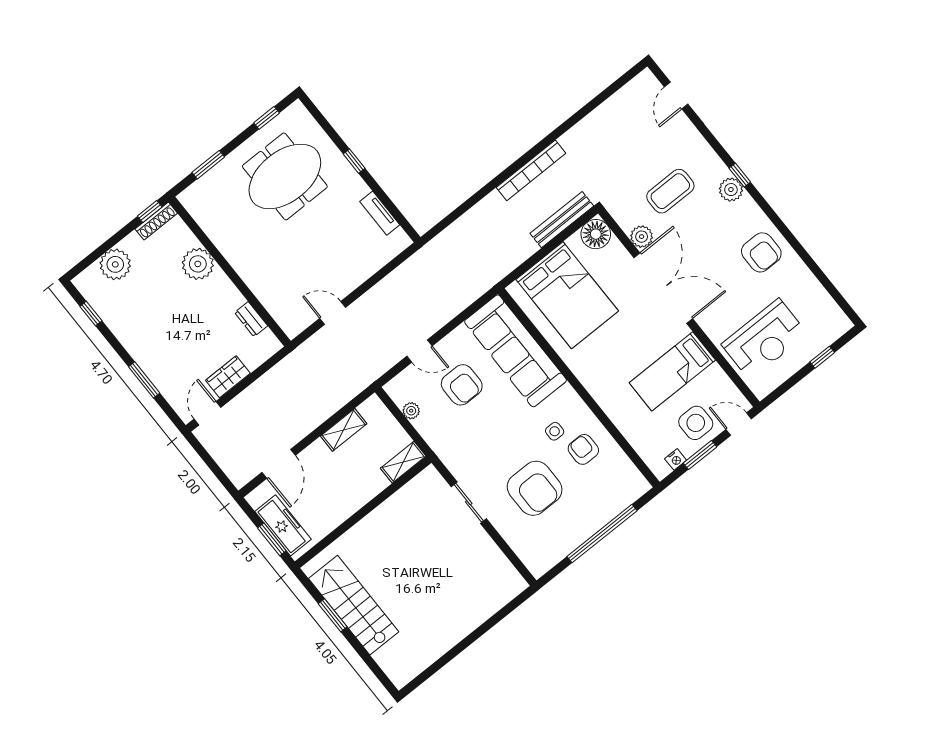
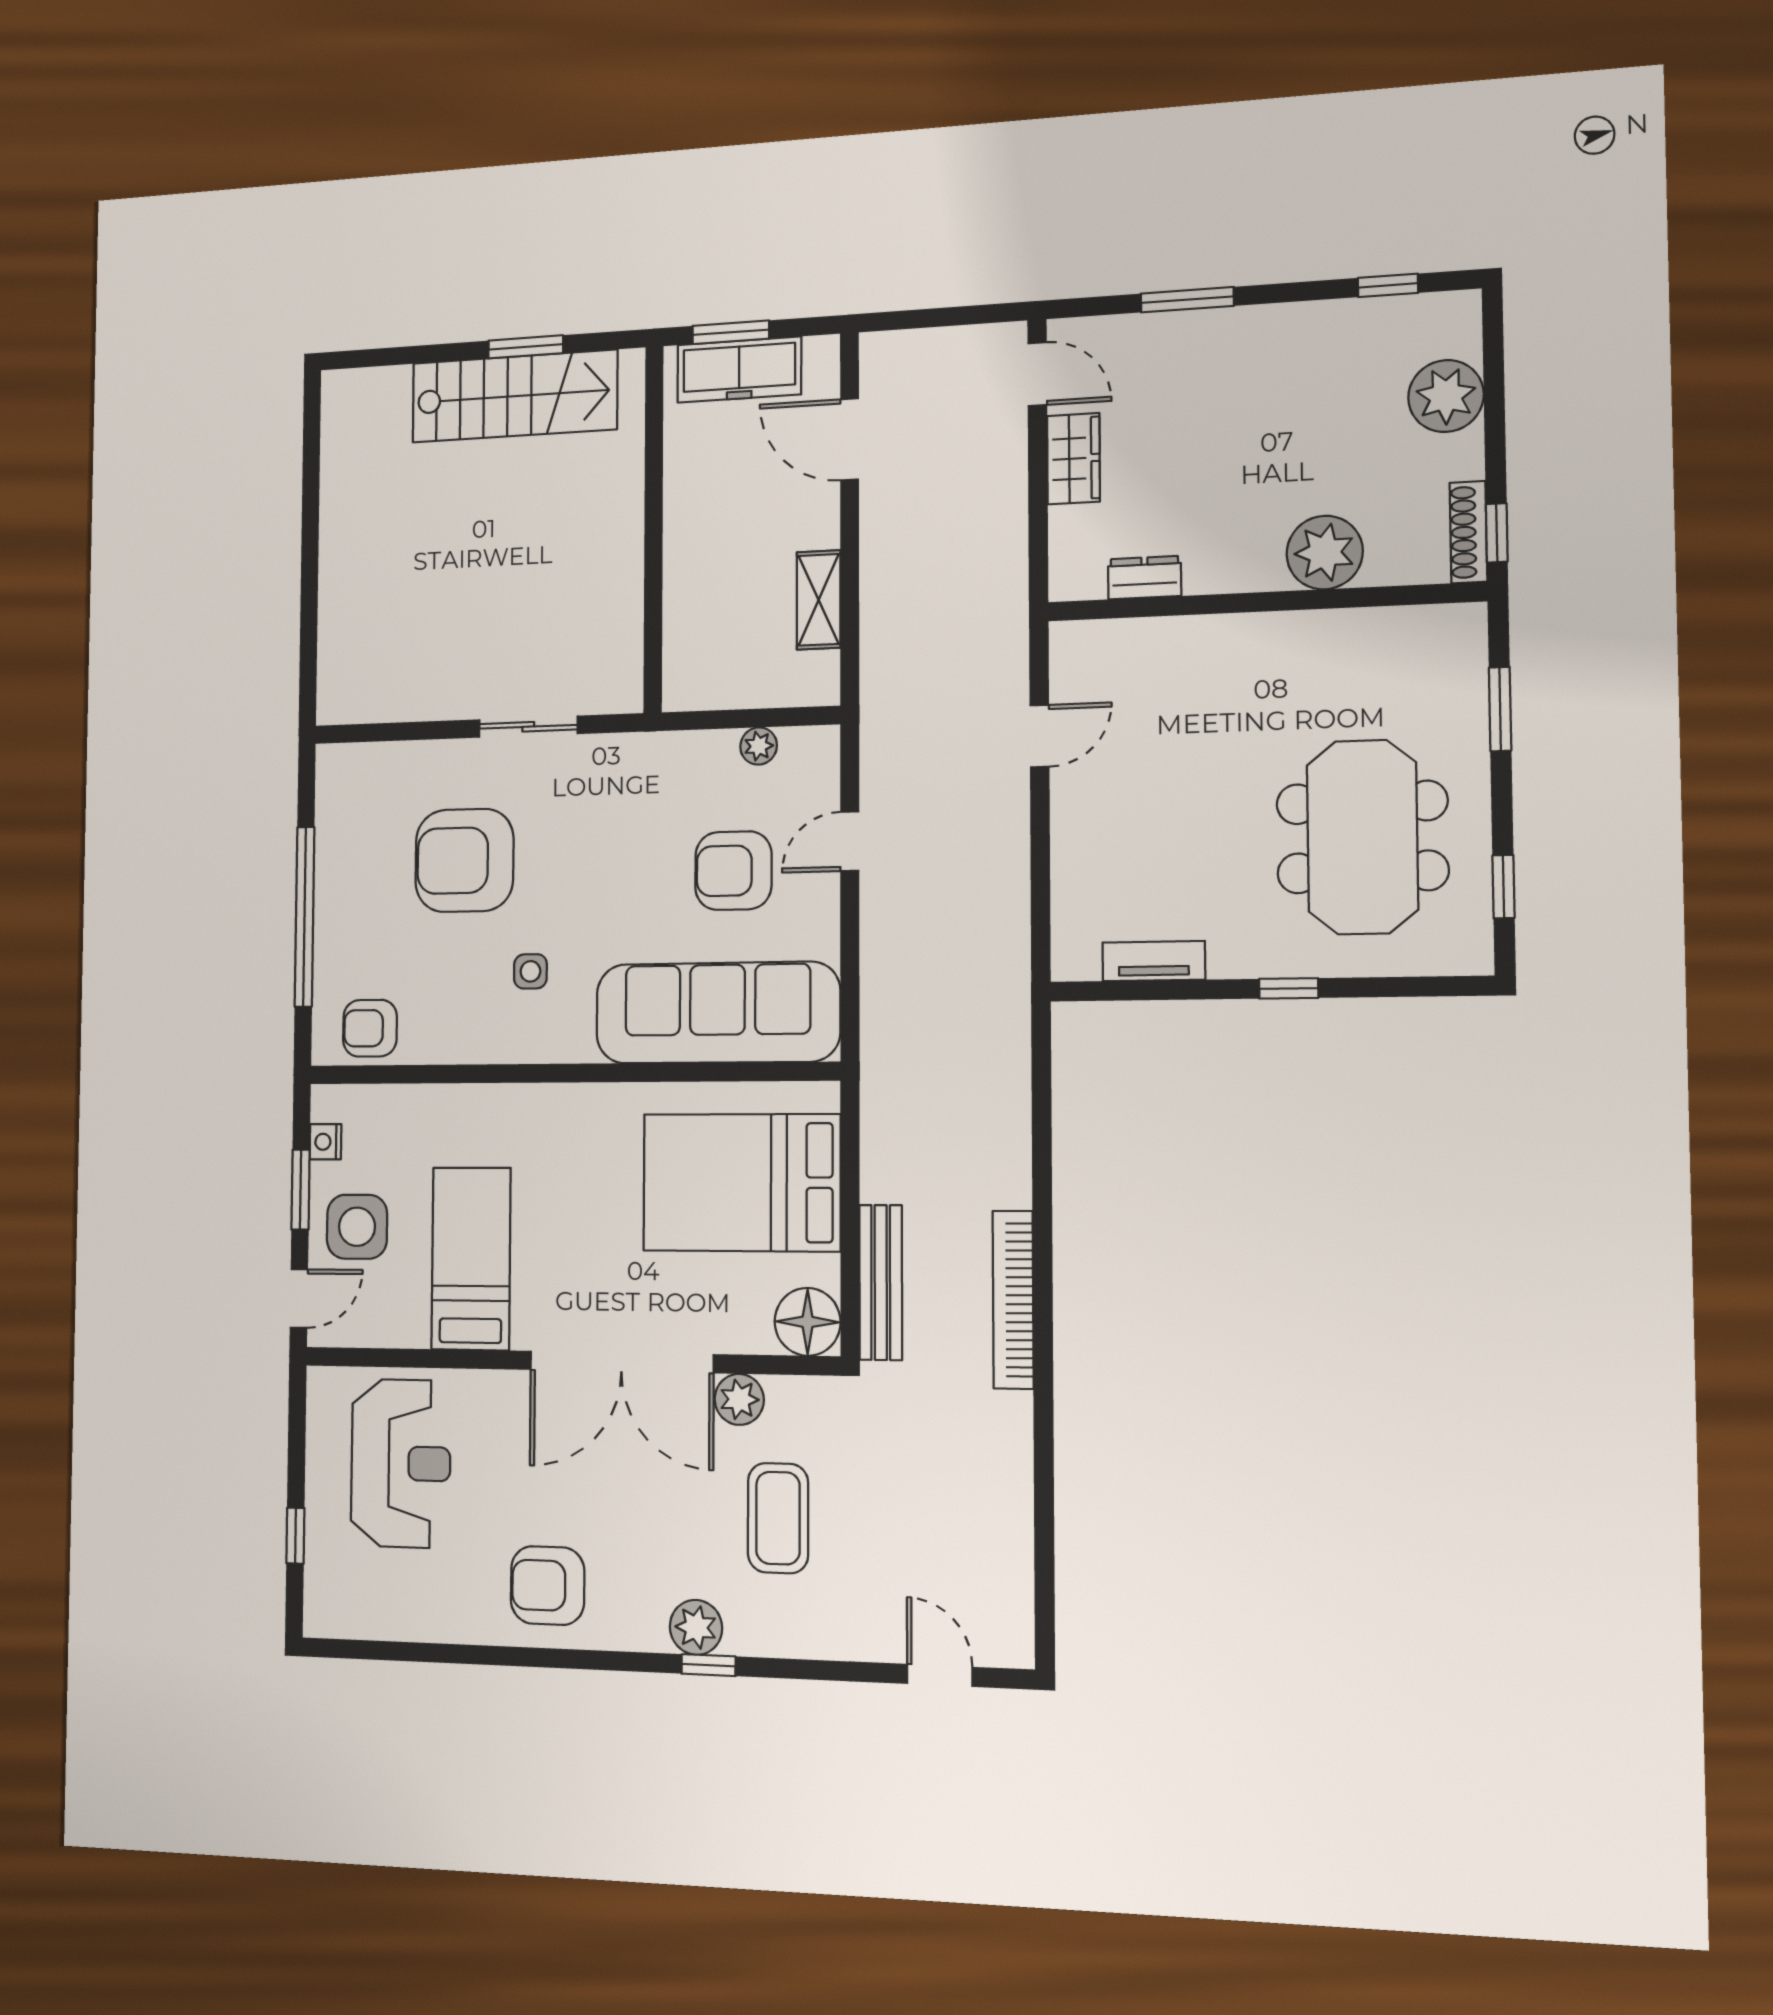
reception desk: (764, 339) -> (401, 1463), turned 180
armchair: (583, 449) -> (370, 1028), moved, turned 180
shelving: (403, 462) -> (683, 664), removed

